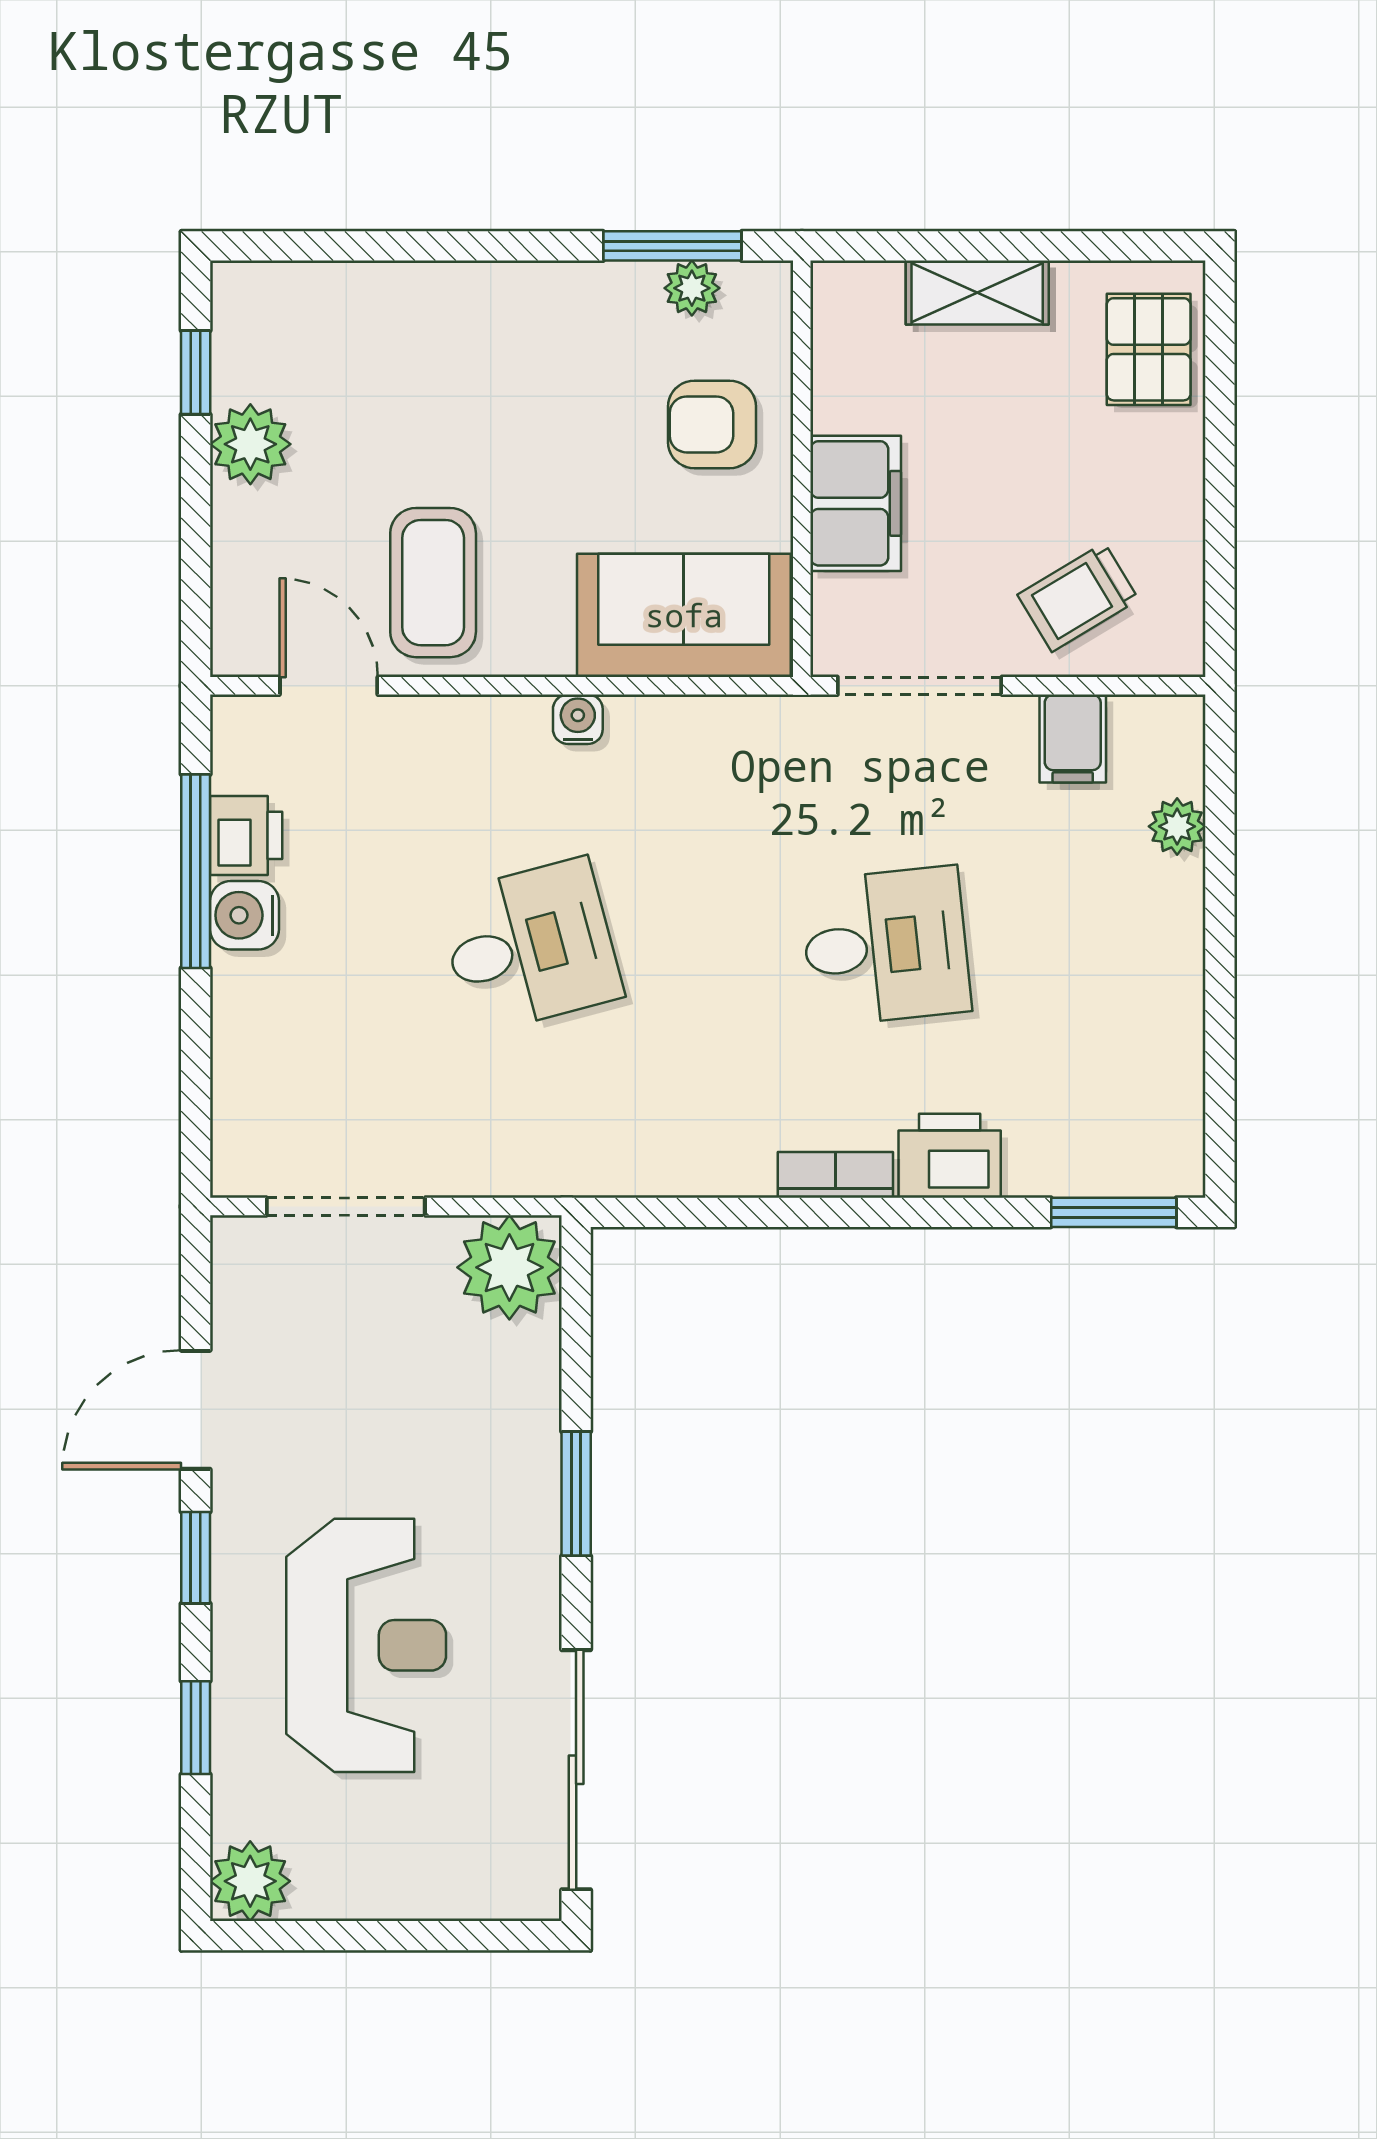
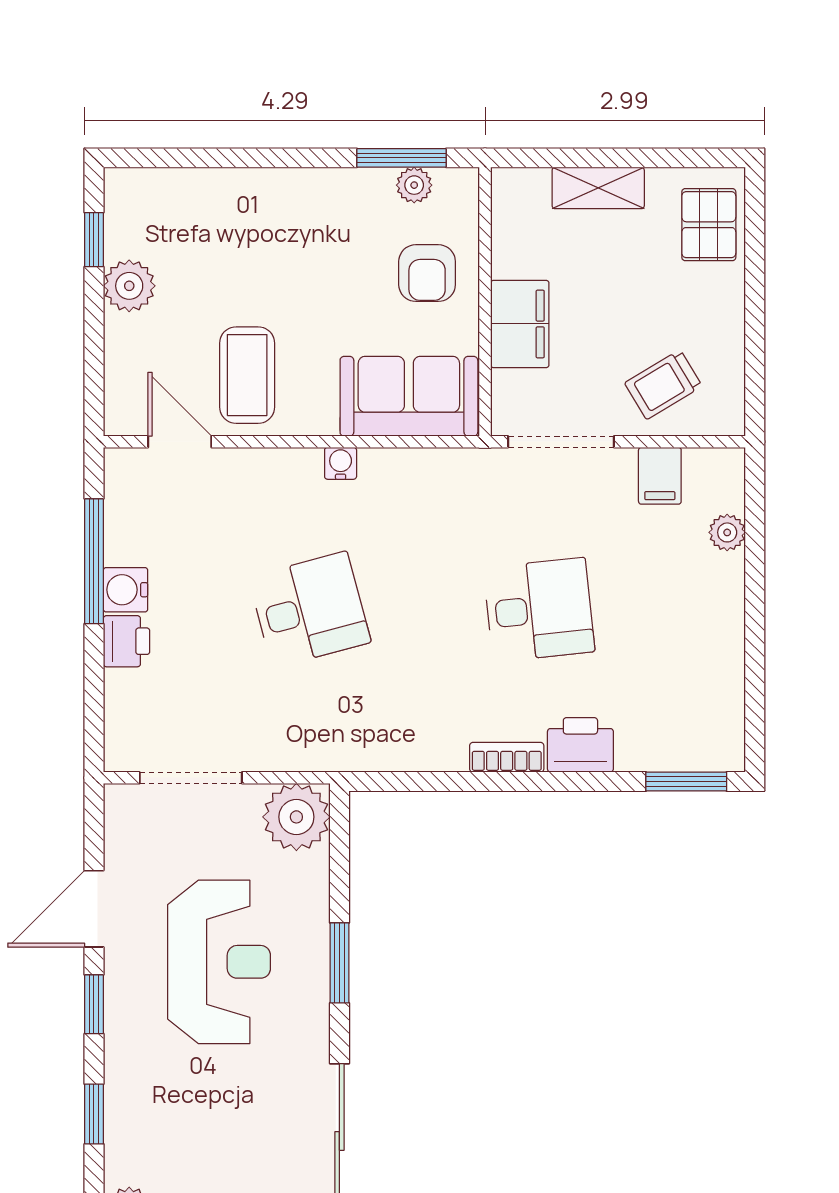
armchair: (712, 424) -> (427, 273), turned -90
printer: (246, 835) -> (126, 641), moved
reception desk: (366, 1645) -> (219, 962), moved

